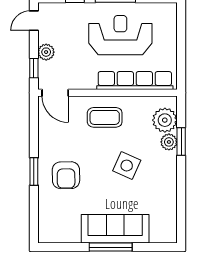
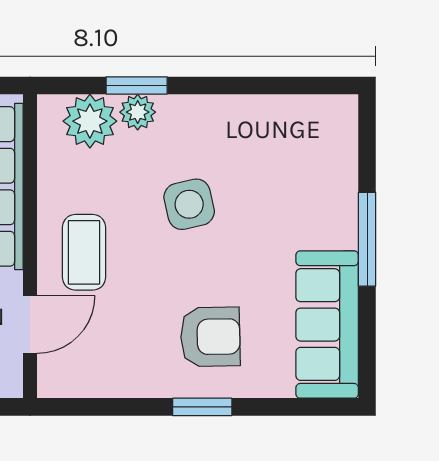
door: (55, 93) -> (30, 324), moved
side table: (127, 166) -> (189, 204), turned -37
sofa: (115, 229) -> (327, 325), moved

